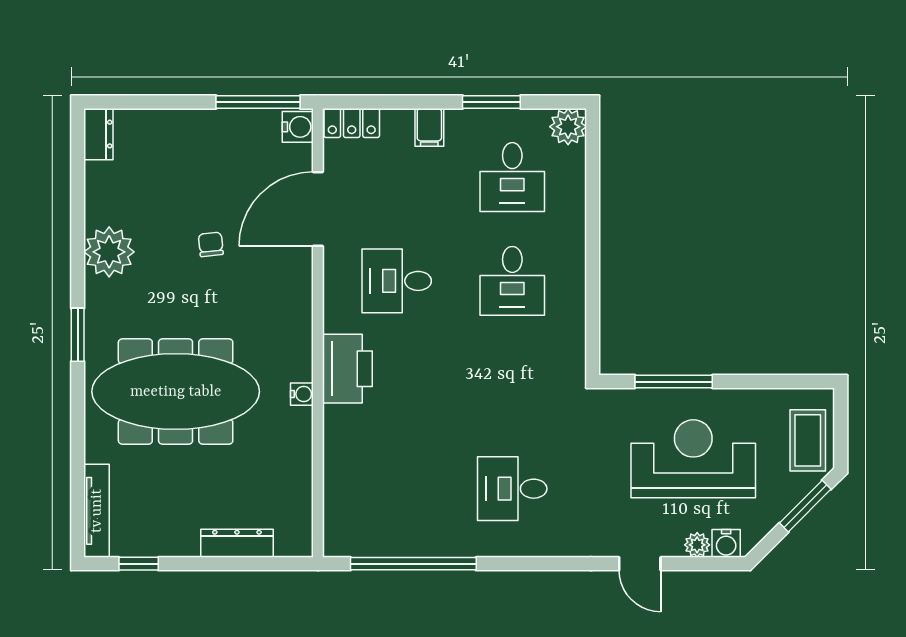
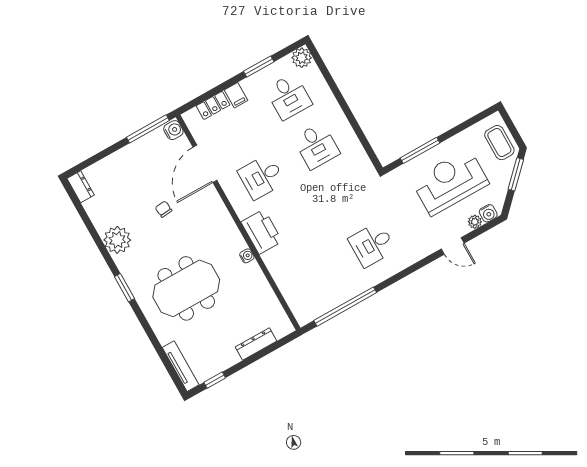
locker: (352, 123) -> (213, 105), moved
meeting table: (176, 392) -> (186, 288), width x0.73

